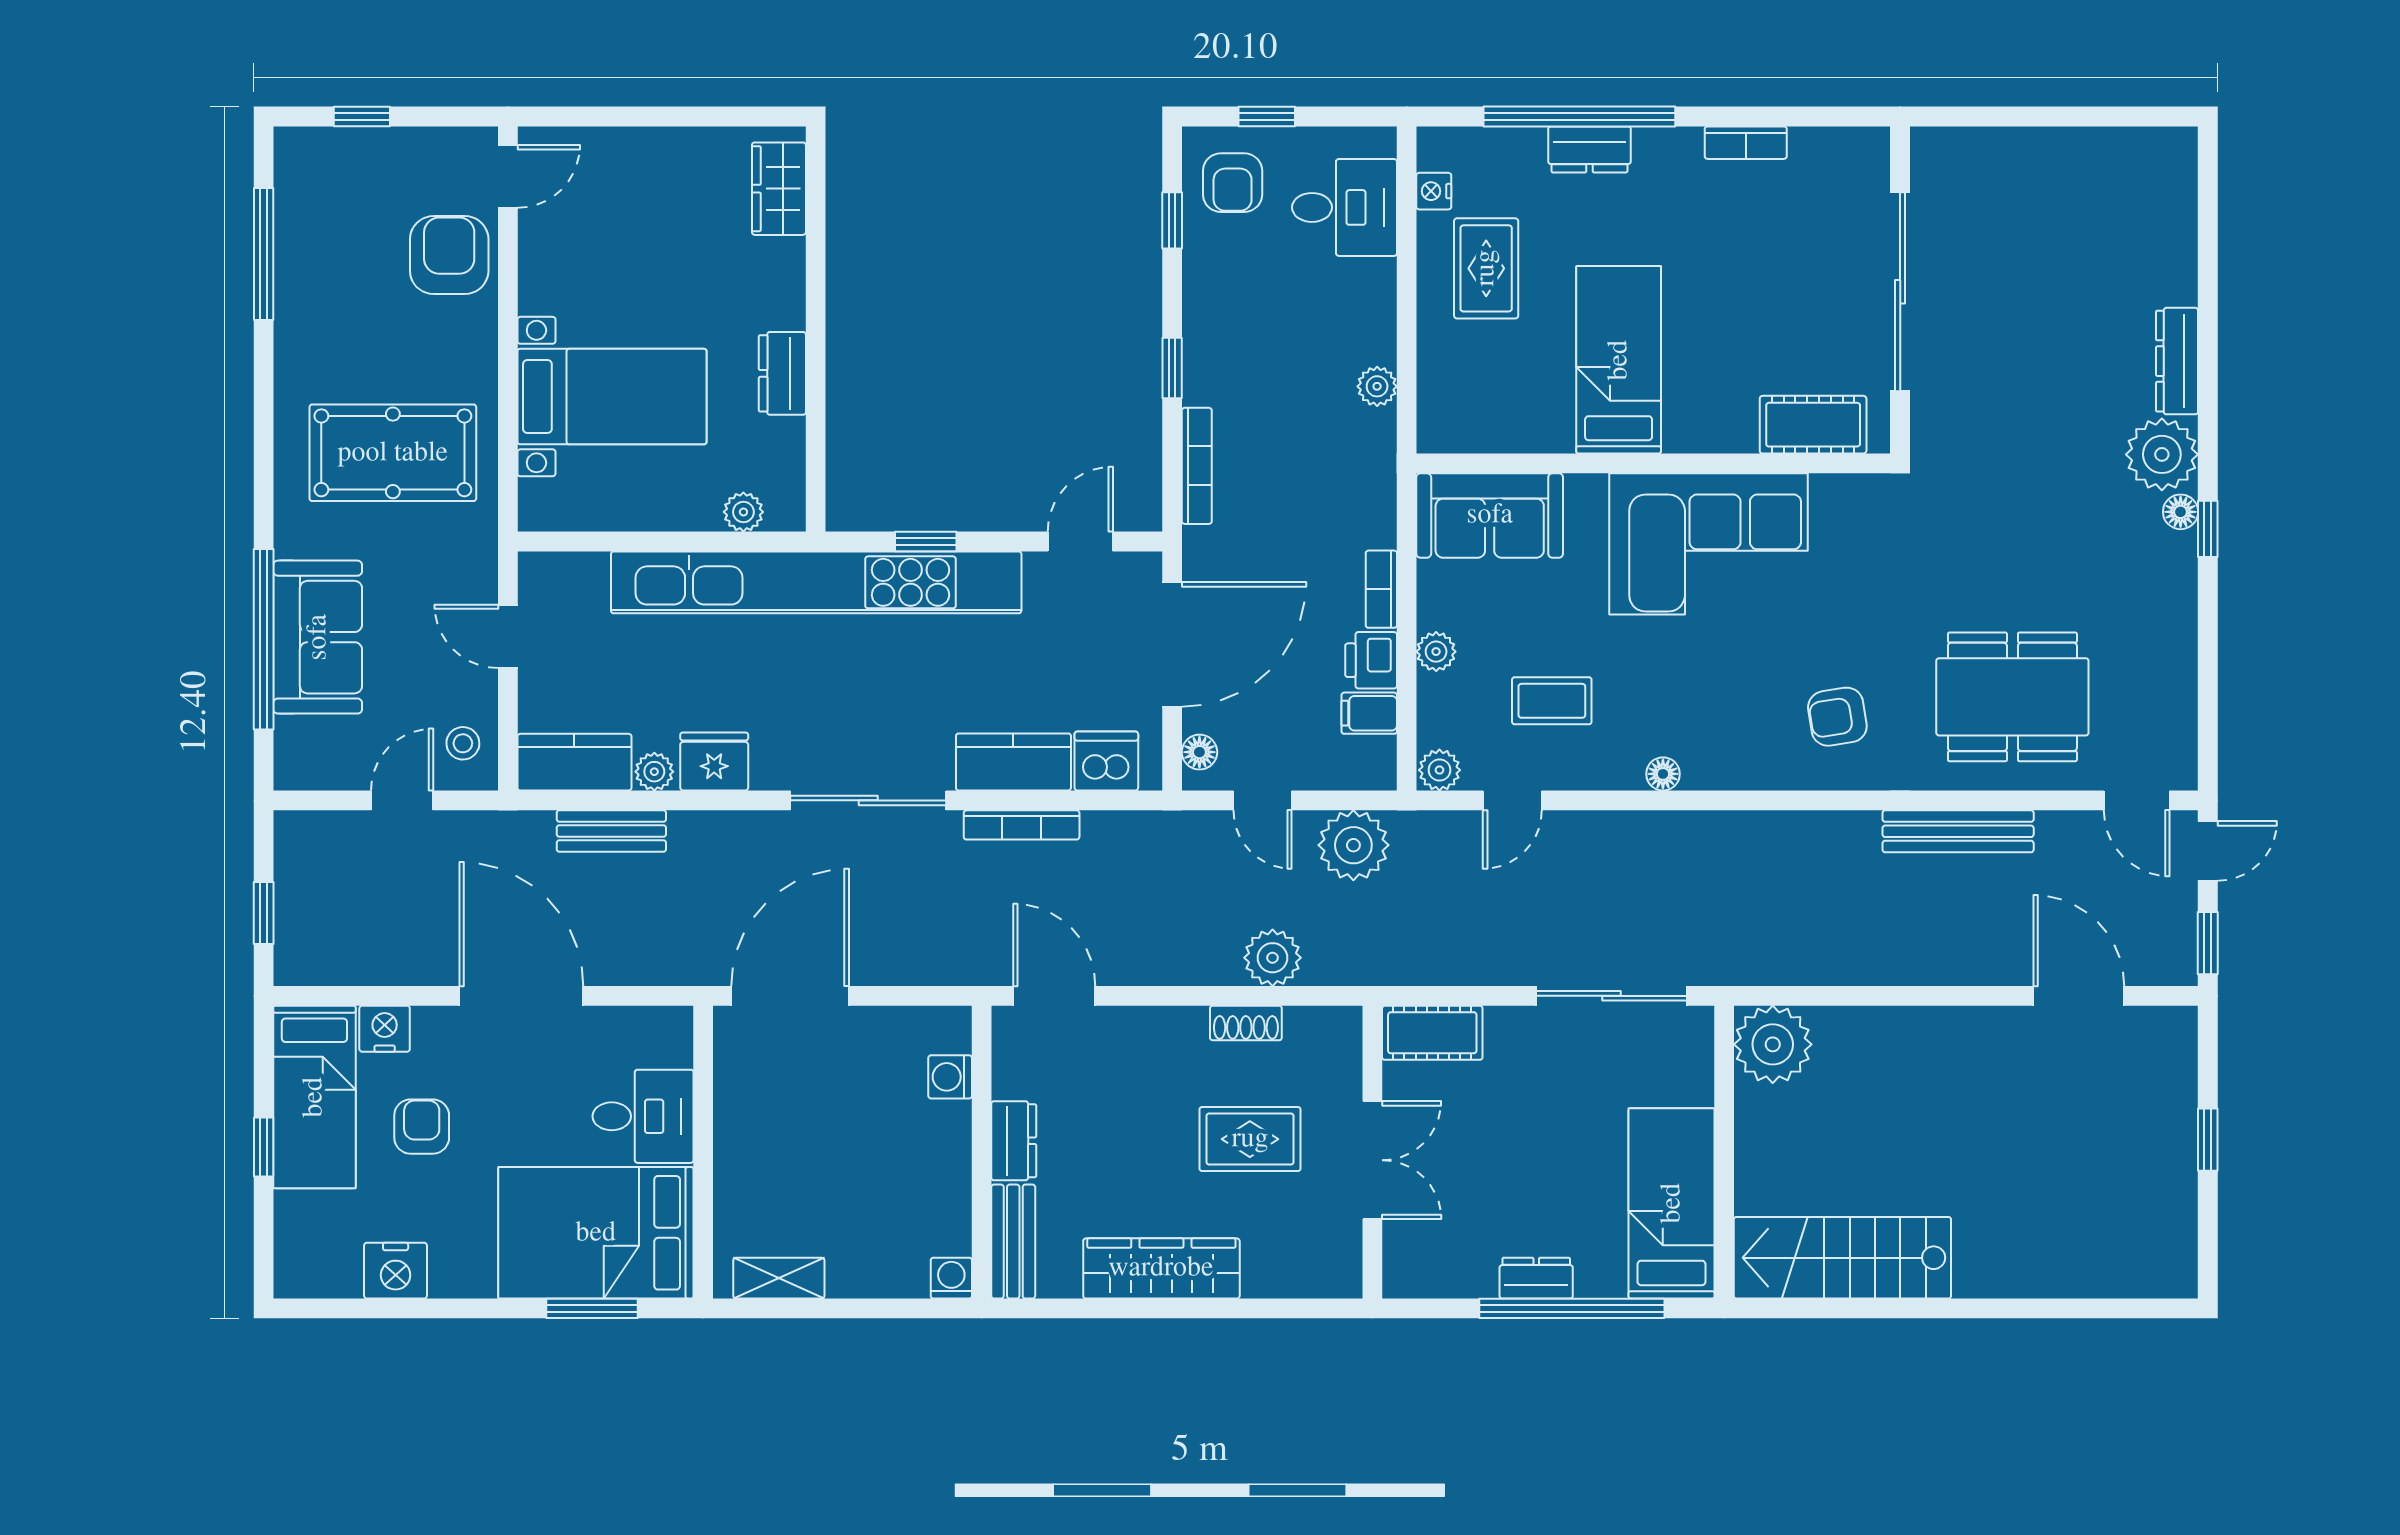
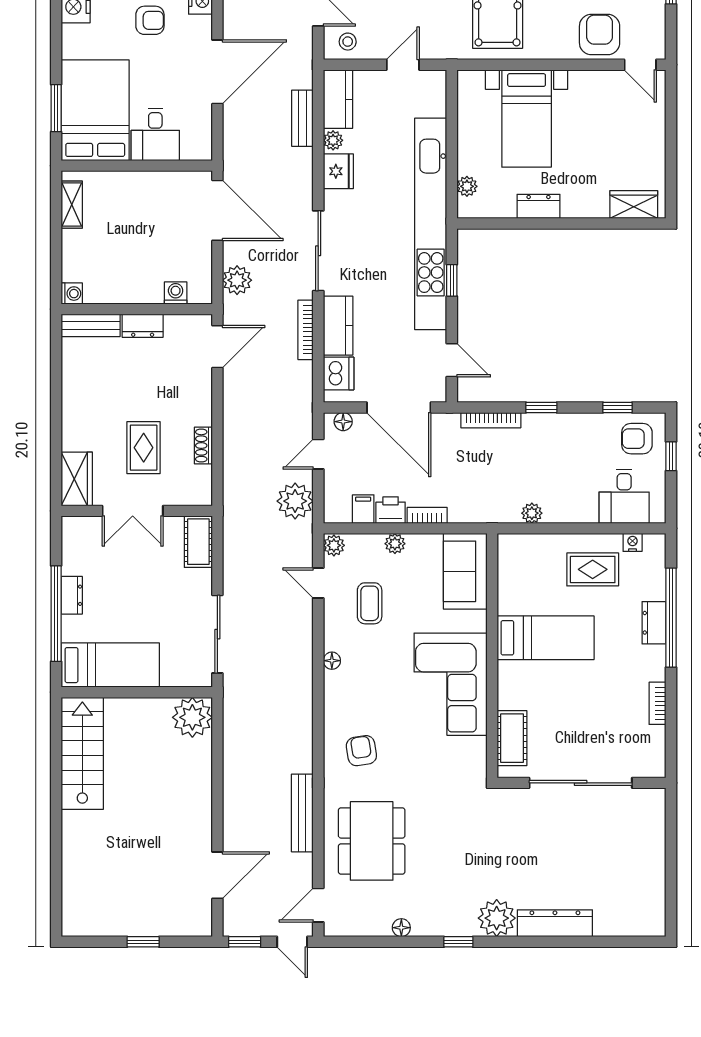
armchair: (449, 255) -> (600, 35), turned -90
dresser: (2177, 361) -> (555, 923), width x1.37, depth x1.24
floor lamp: (2181, 512) -> (401, 928), moved
plant: (1273, 958) -> (237, 280), moved
wardrobe: (1161, 1268) -> (77, 479), moved, width x0.67

